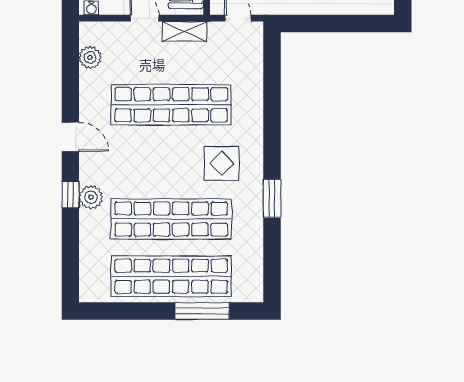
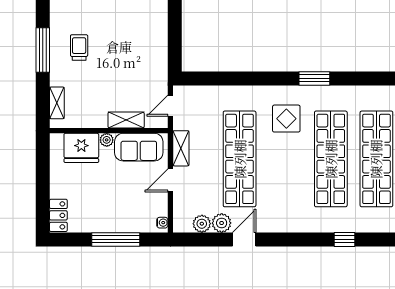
door: (70, 137) -> (244, 239), moved
window: (70, 195) -> (344, 239), moved
plant: (91, 197) -> (222, 223), moved

